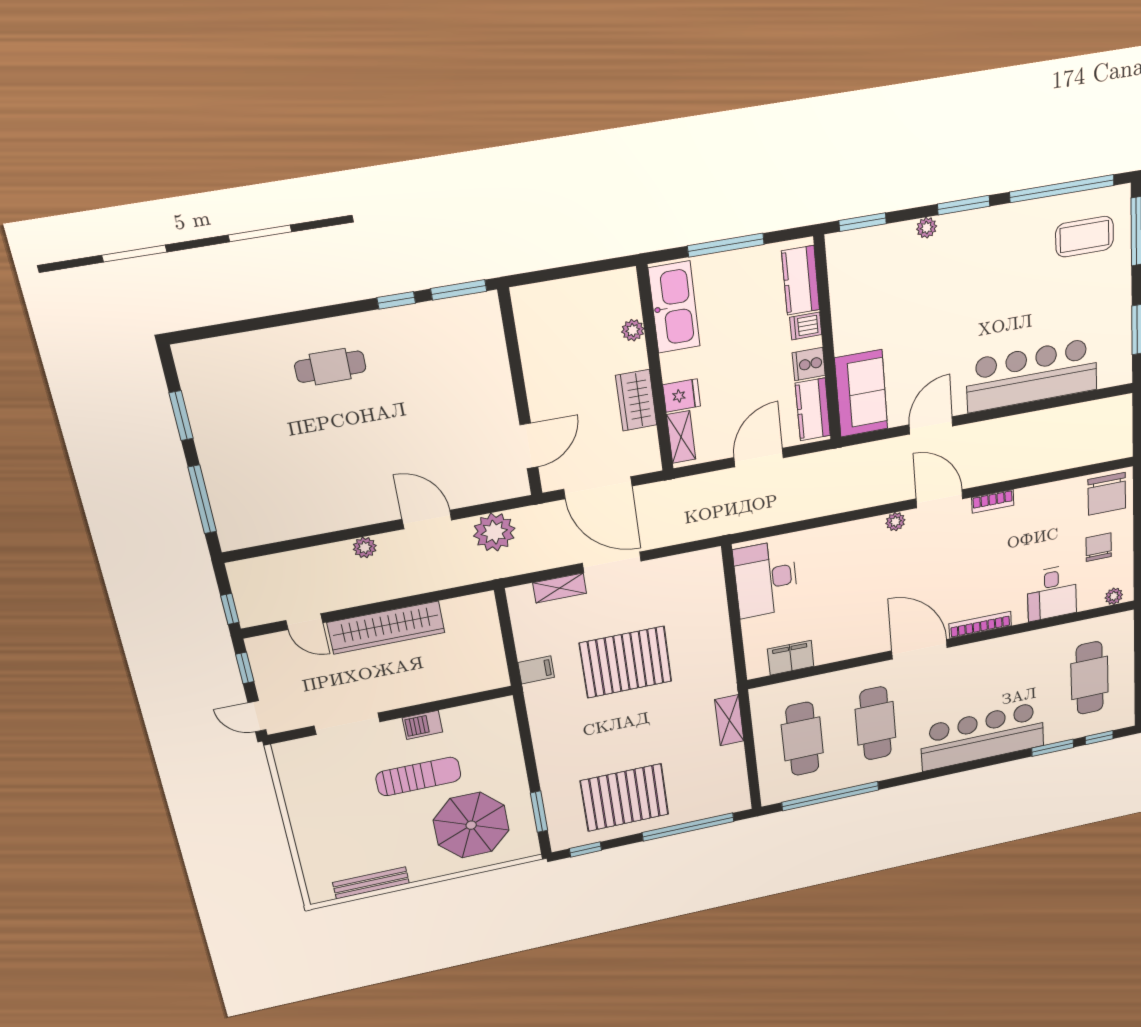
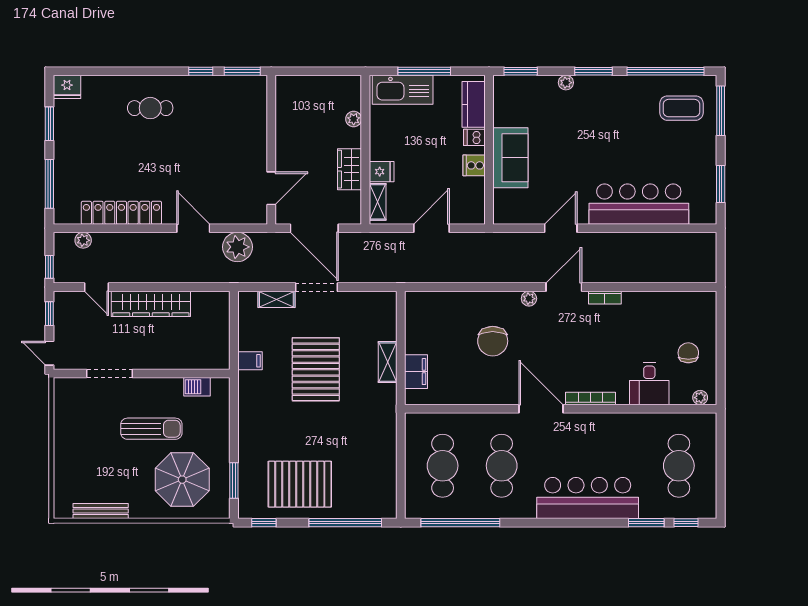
kitchen sink: (674, 307) -> (403, 90), moved, turned 90
fridge: (195, 358) -> (67, 87), added
sofa: (861, 393) -> (510, 158), moved
kitchen counter: (813, 409) -> (474, 199), removed
chair: (1107, 494) -> (493, 341), moved
door: (939, 499) -> (564, 287), hinge flipped
locker: (319, 518) -> (121, 213), added
plant: (365, 548) -> (83, 240), moved
desk: (766, 579) -> (427, 324), removed
filing cabinet: (791, 658) -> (416, 372), moved, turned 90
pallet: (626, 662) -> (316, 369), turned 90
shelving: (729, 720) -> (388, 362), moved
barbecue: (422, 725) -> (197, 387), moved

